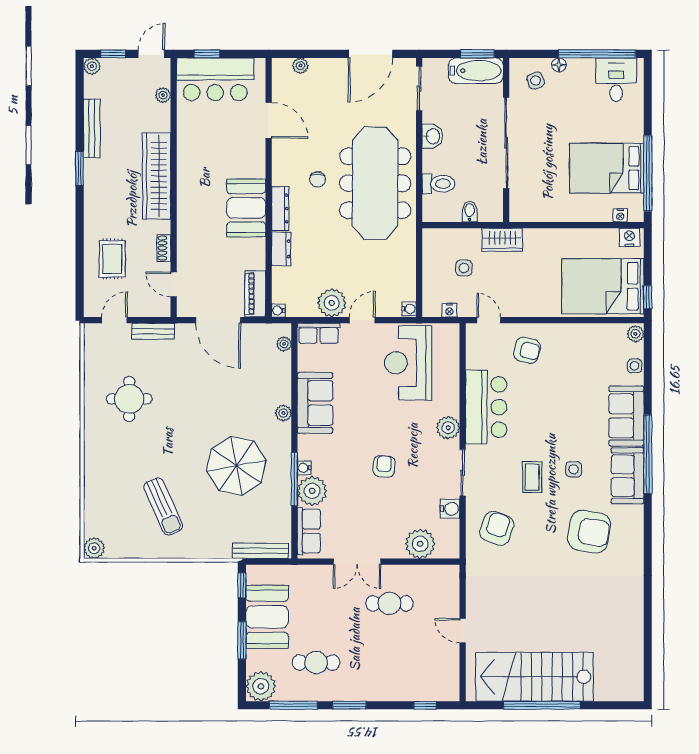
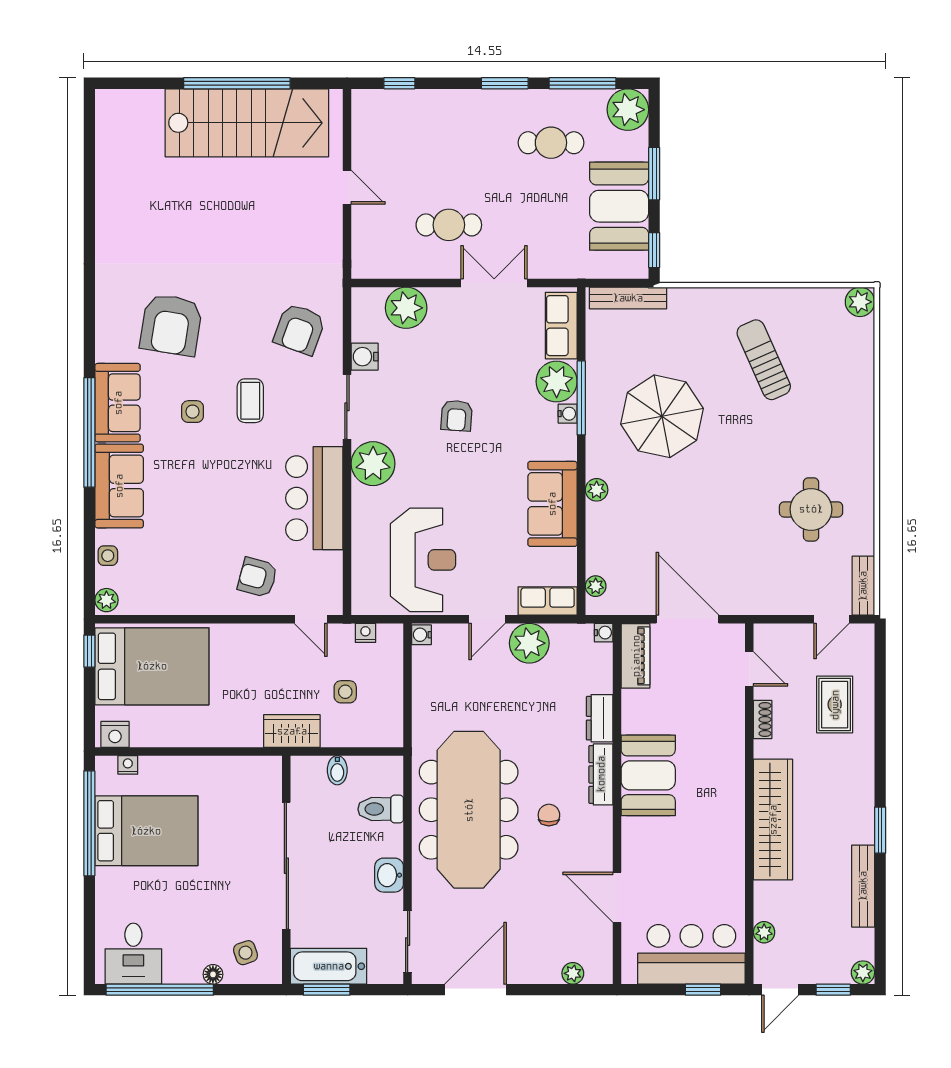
bench: (153, 331) -> (863, 586), moved, turned 90
plant: (448, 428) -> (373, 464), width x1.36, depth x1.36
armchair: (589, 532) -> (171, 325), turned -90

